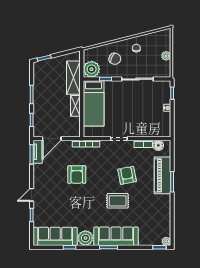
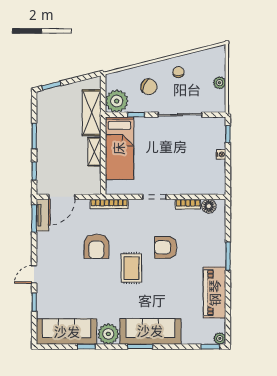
armchair: (127, 175) -> (166, 247), turned -79
piano: (162, 175) -> (215, 293), moved
rug: (118, 201) -> (131, 268), moved, turned 90

